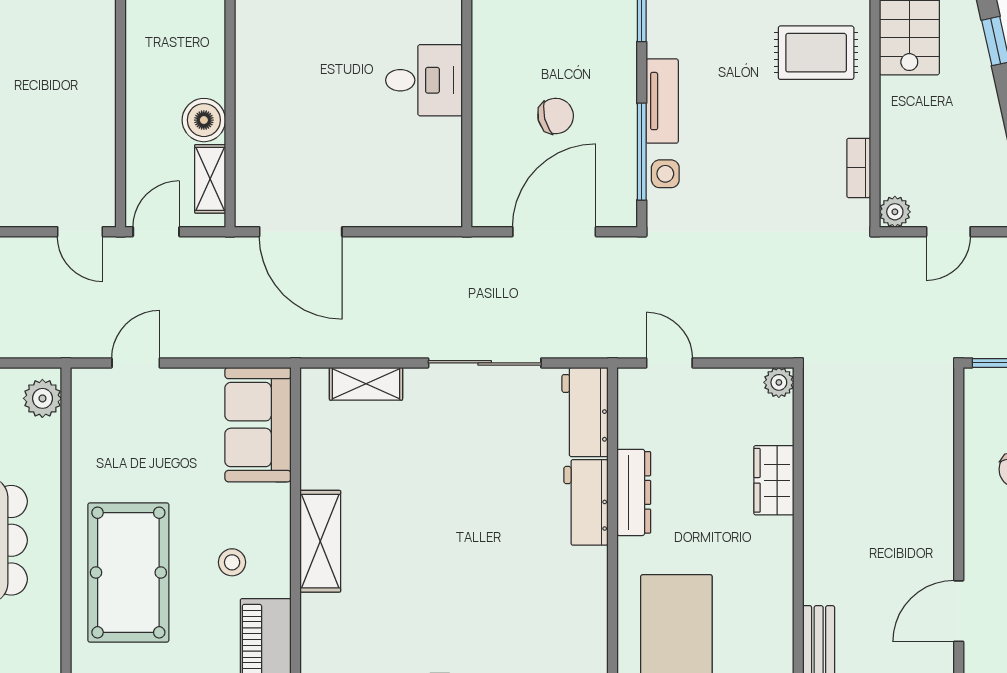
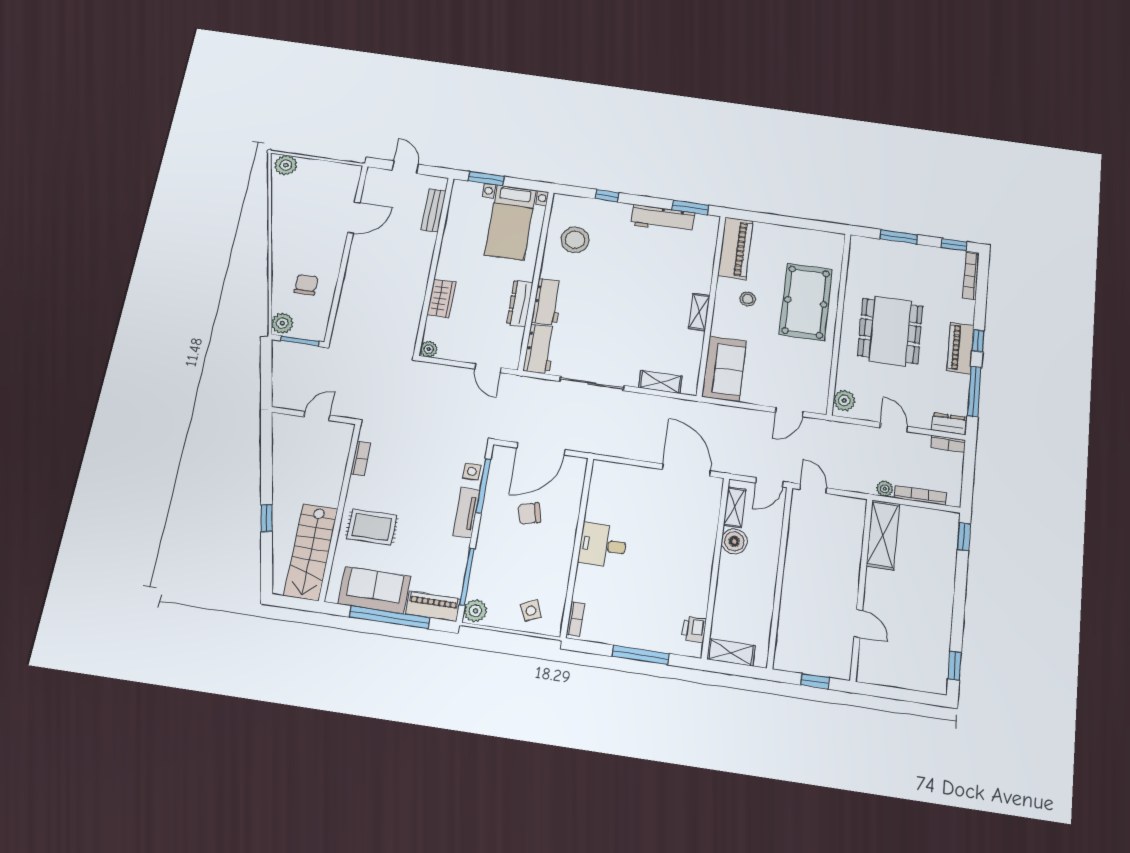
plant: (895, 212) -> (345, 431), removed
shelving: (320, 541) -> (699, 312), width x0.67, depth x0.75
stool: (555, 629) -> (575, 240), added

